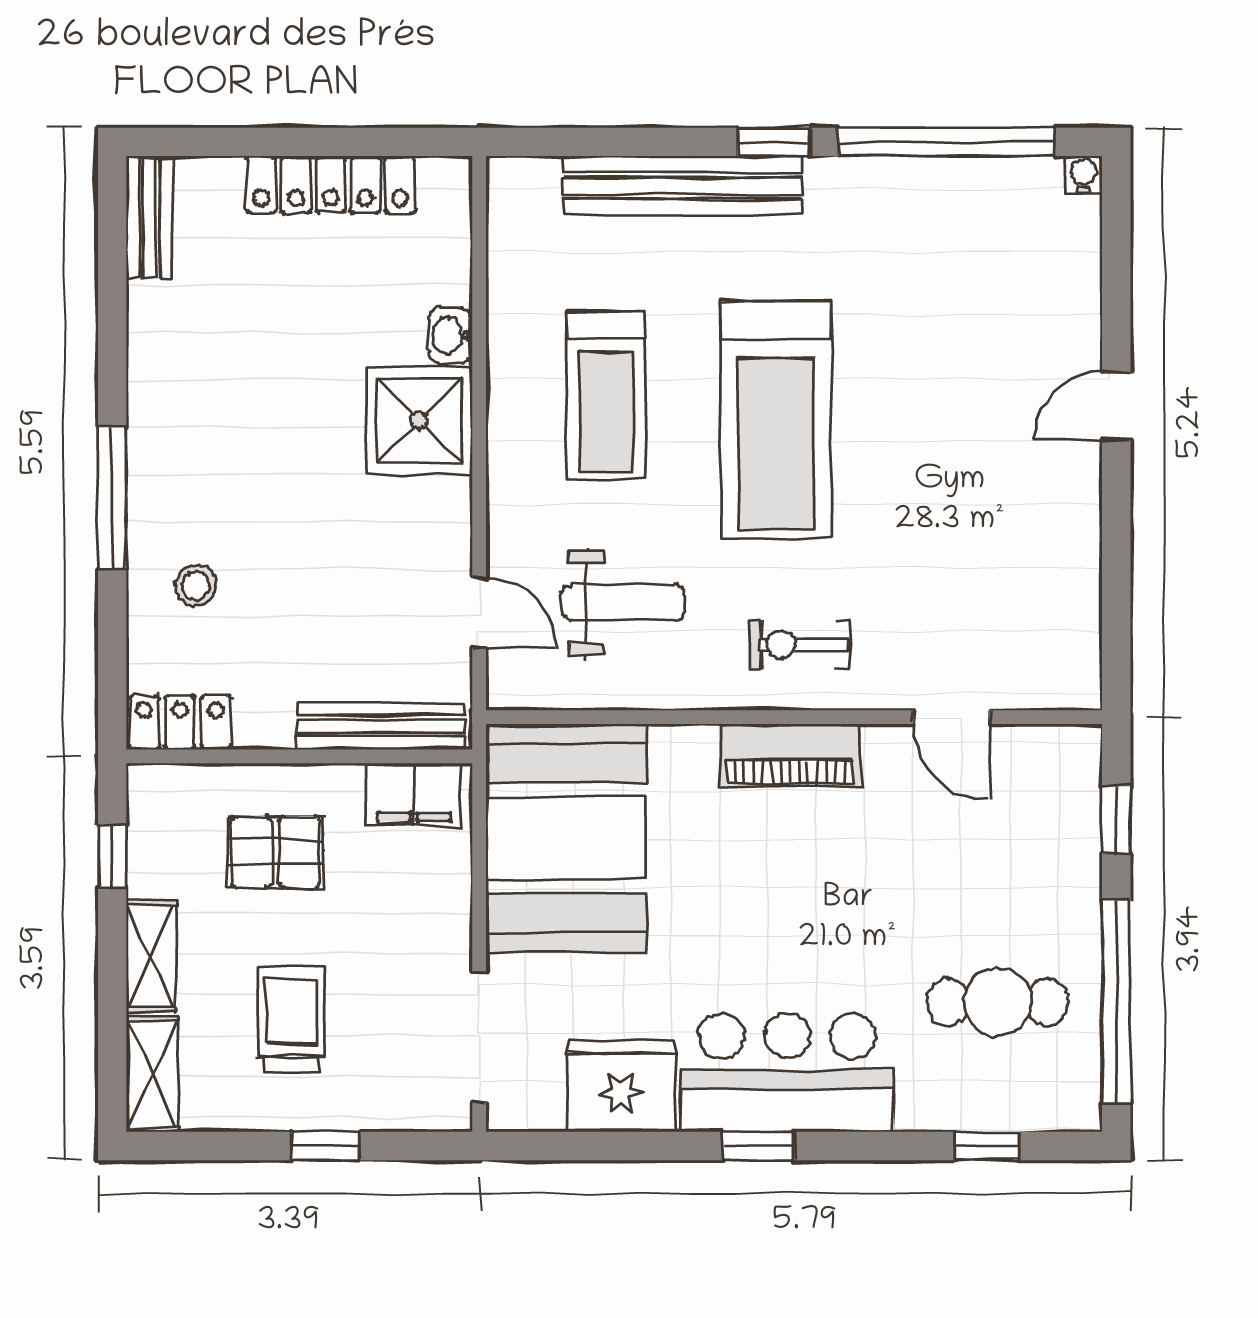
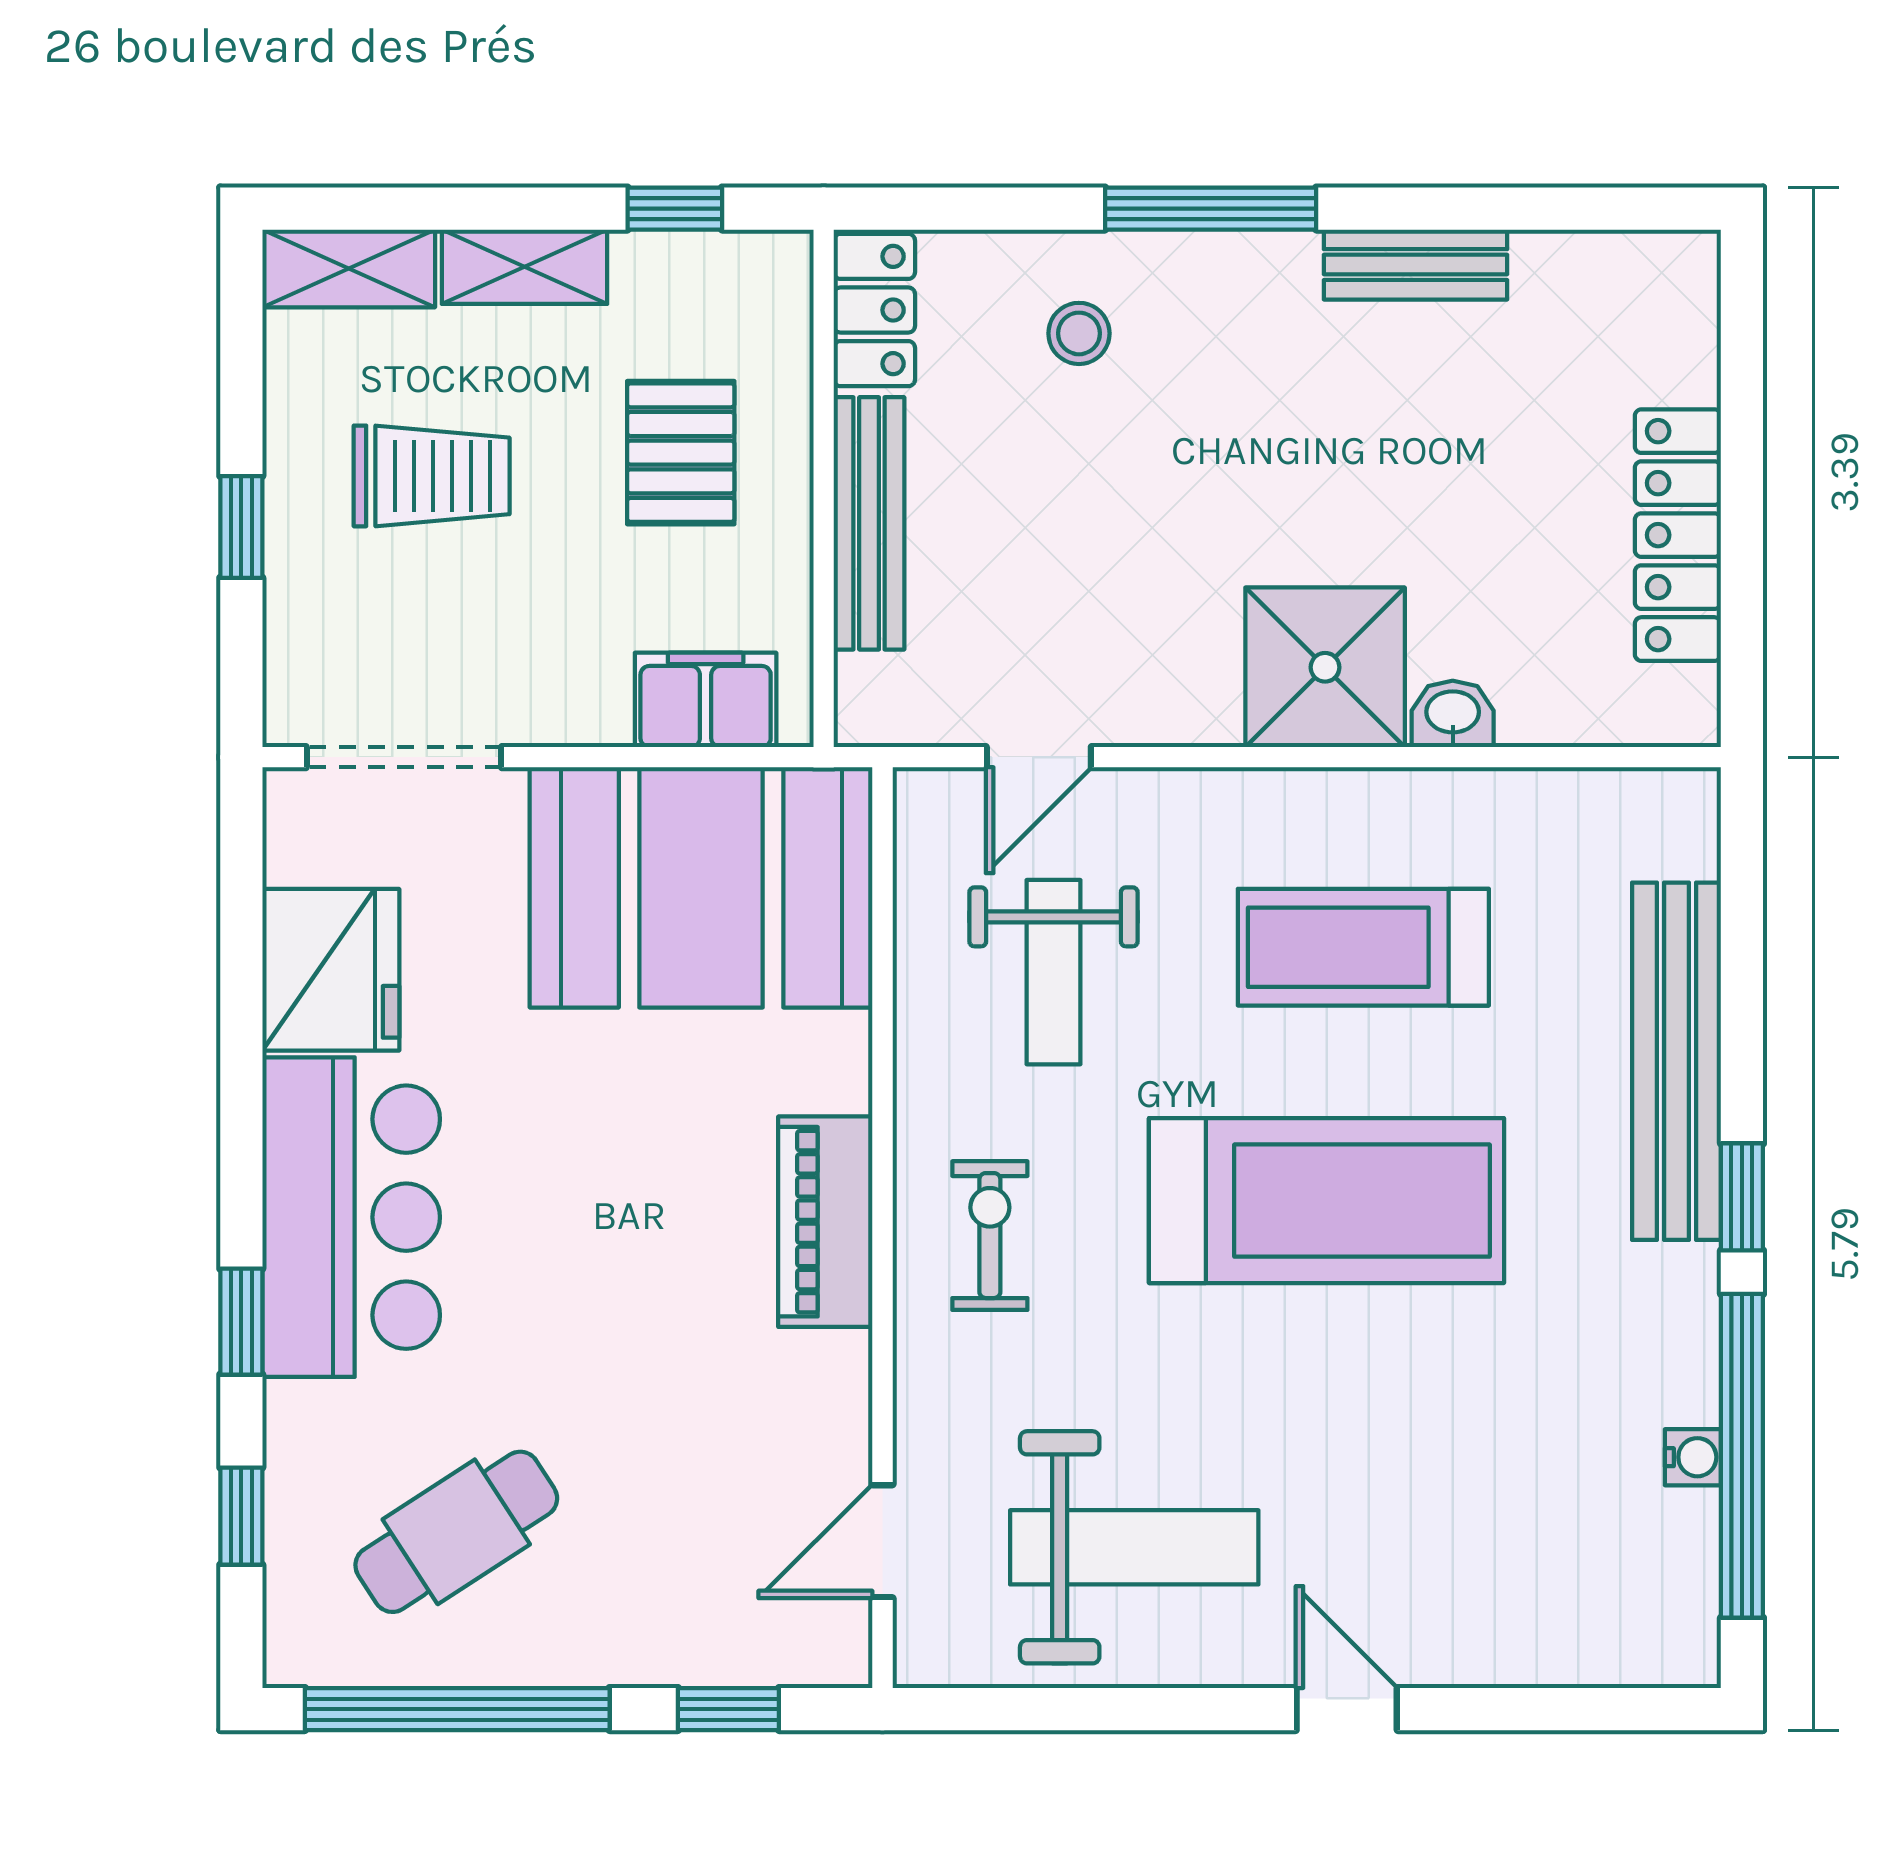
water cooler: (1083, 175) -> (1693, 1457), moved
bench: (150, 217) -> (1416, 265), moved
treadmill: (776, 420) -> (1327, 1201), turned 180
weight bench: (1008, 549) -> (1134, 1547), added
door: (951, 717) -> (882, 1541), moved
bench: (381, 726) -> (869, 523), moved
filing cabinet: (414, 795) -> (706, 700), moved, turned 90
cafe table: (998, 1002) -> (456, 1532), turned 57
window: (758, 1146) -> (241, 1322), moved

